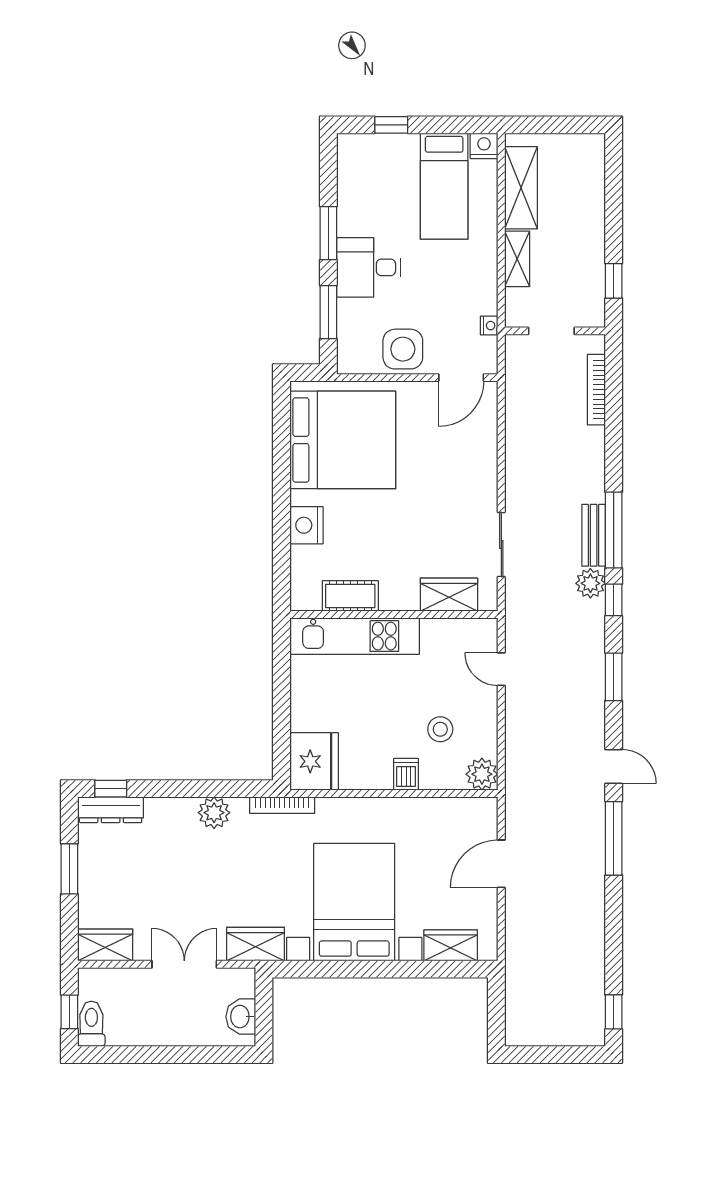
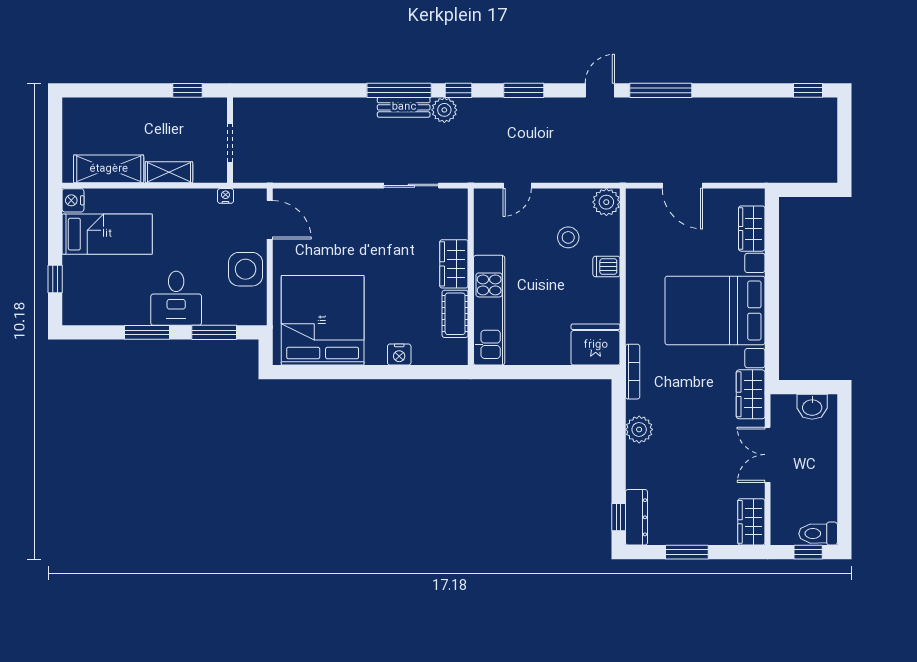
bookcase: (596, 390) -> (280, 105), removed
nightstand: (306, 525) -> (399, 355), width x0.74, depth x0.75
wardrobe: (449, 595) -> (454, 264), moved

